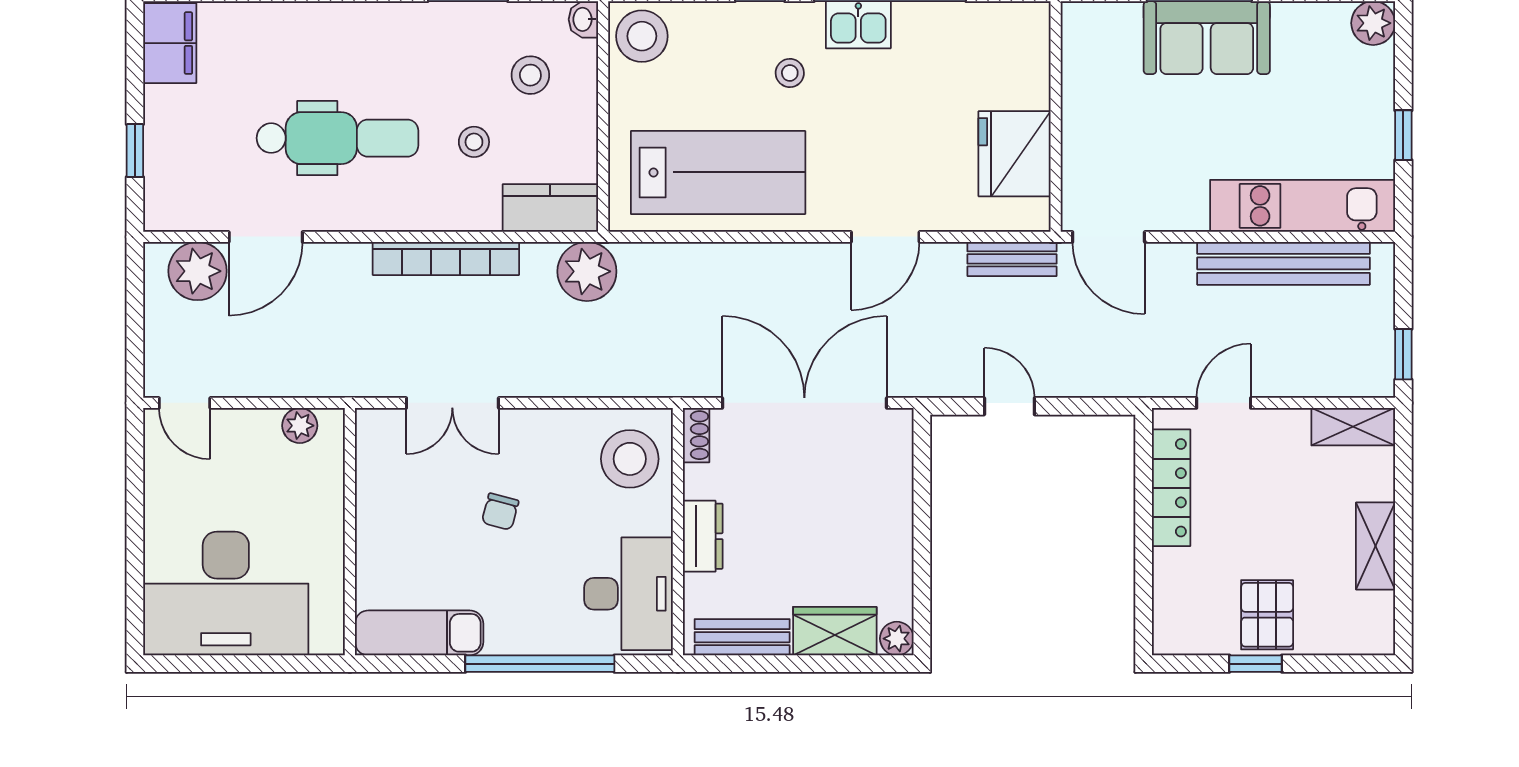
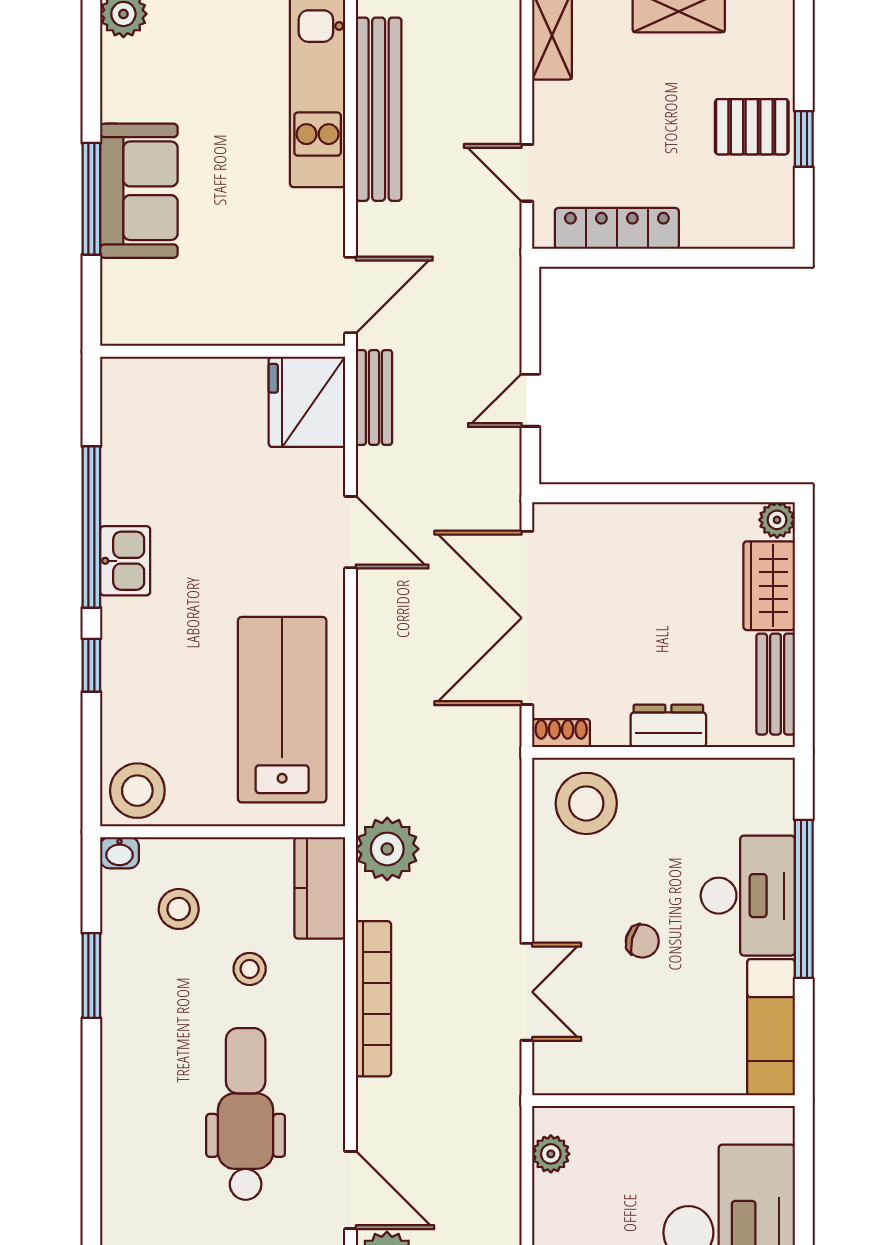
stool: (790, 73) -> (176, 633), removed
fridge: (1015, 154) -> (307, 402), moved, turned 90
desk: (628, 594) -> (748, 896), moved, turned 90

